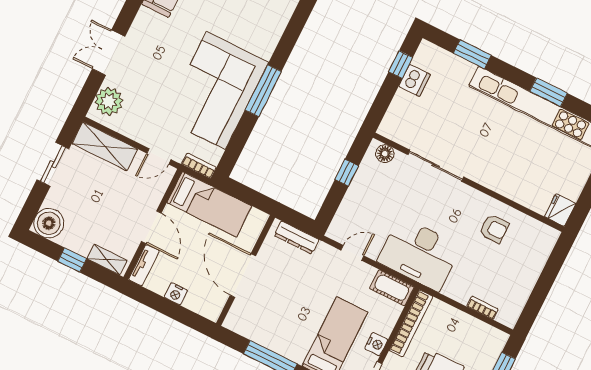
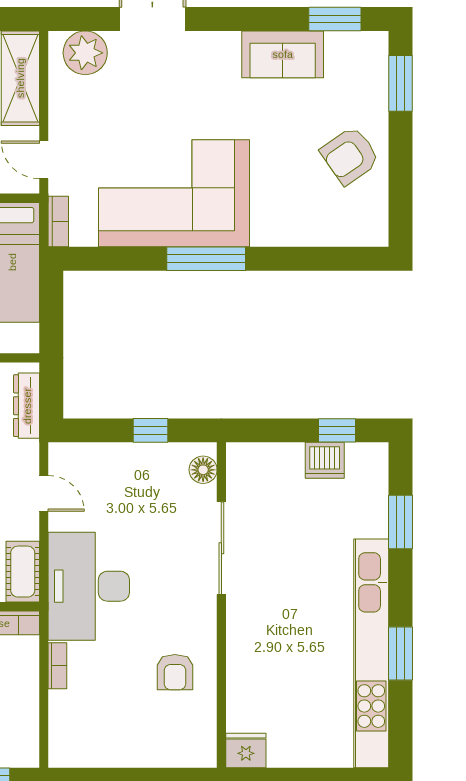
bookcase: (482, 308) -> (57, 666), moved

